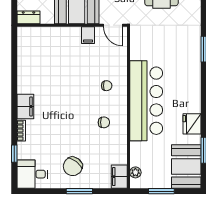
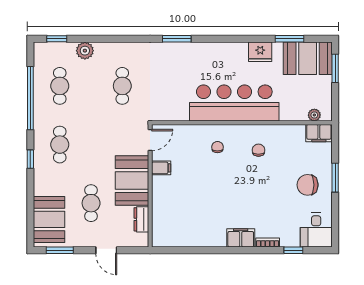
dresser: (28, 17) -> (141, 219), moved
chair: (73, 166) -> (308, 185), turned 143
window: (161, 191) -> (335, 68), moved

